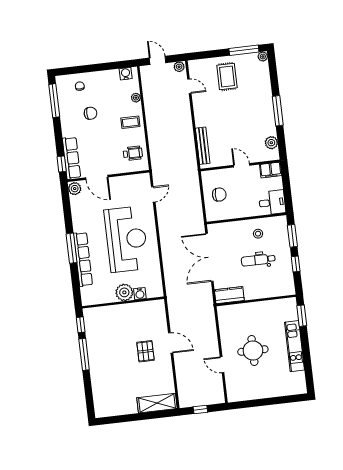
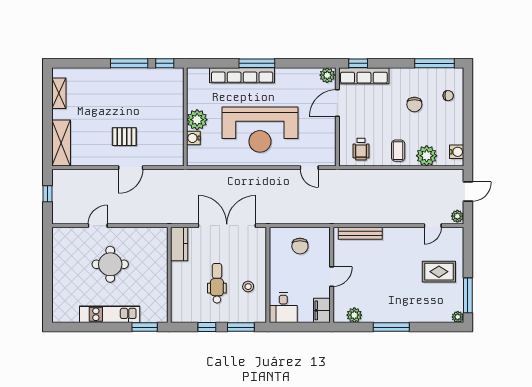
plant: (136, 98) -> (427, 156), width x1.88, depth x1.88
shelving: (116, 410) -> (59, 93), added

